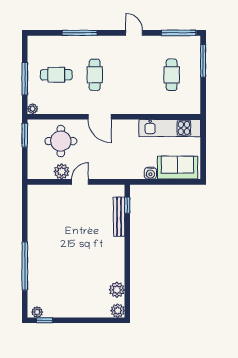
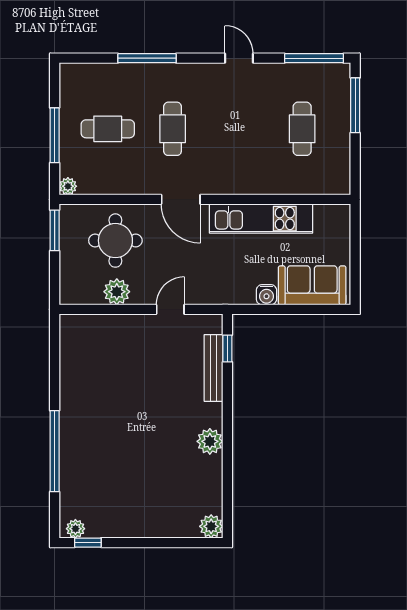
kitchen unit: (170, 128) -> (261, 219), moved
door: (80, 182) -> (170, 309), moved
plant: (117, 290) -> (210, 441), moved

